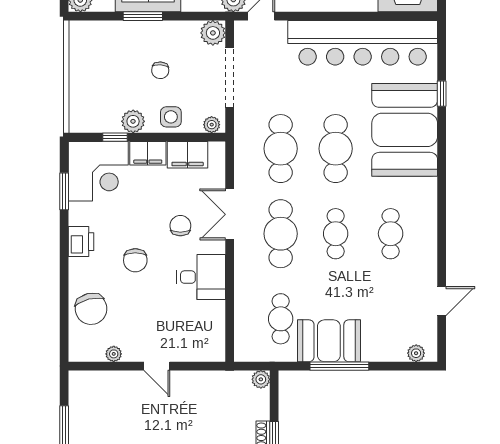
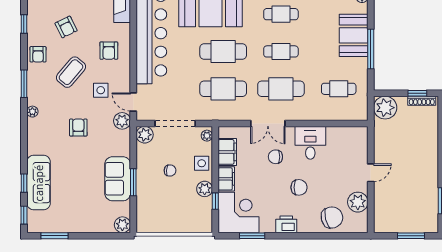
booth: (329, 341) -> (354, 35), moved
plant: (114, 354) -> (358, 202), width x1.88, depth x1.88
plant: (261, 379) -> (385, 108), width x1.88, depth x1.88

